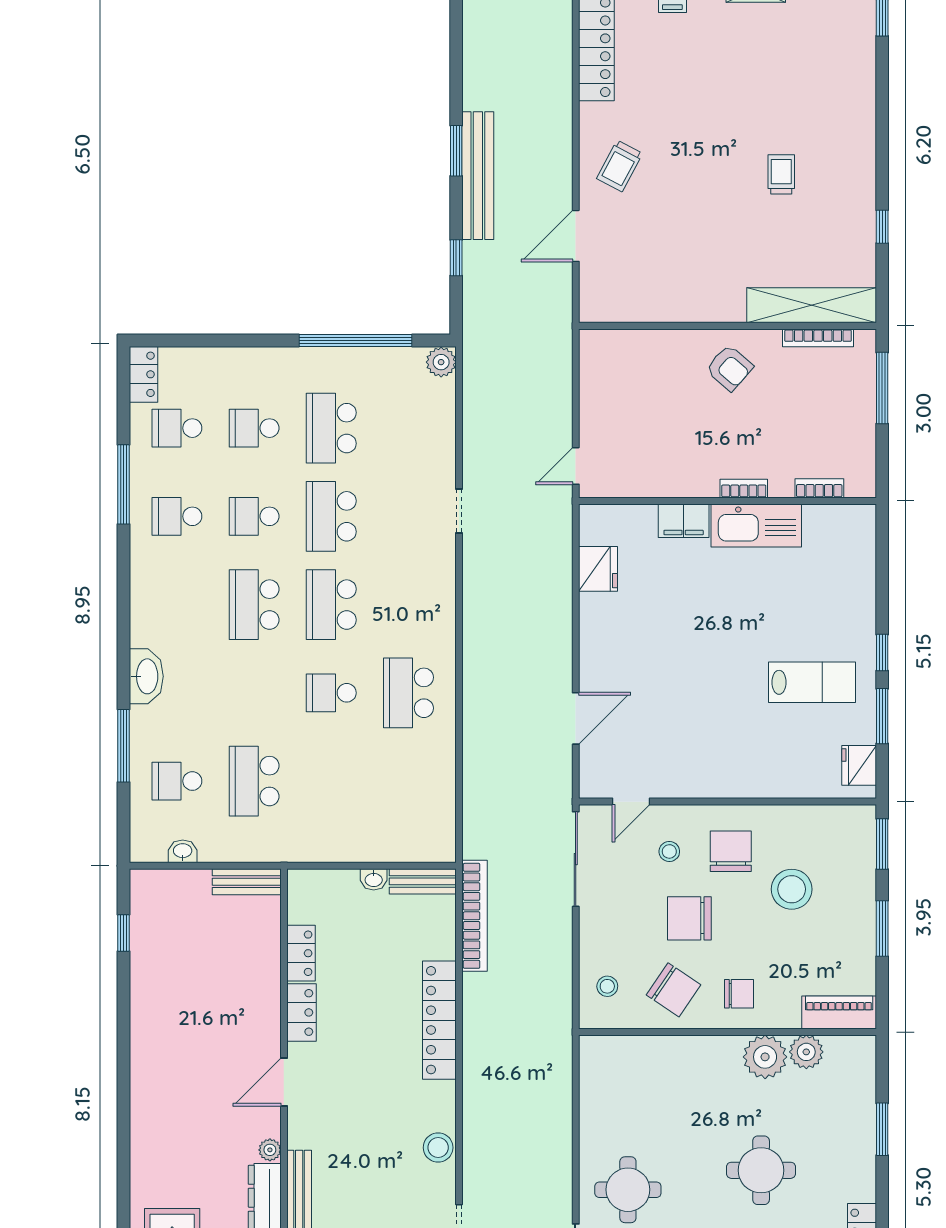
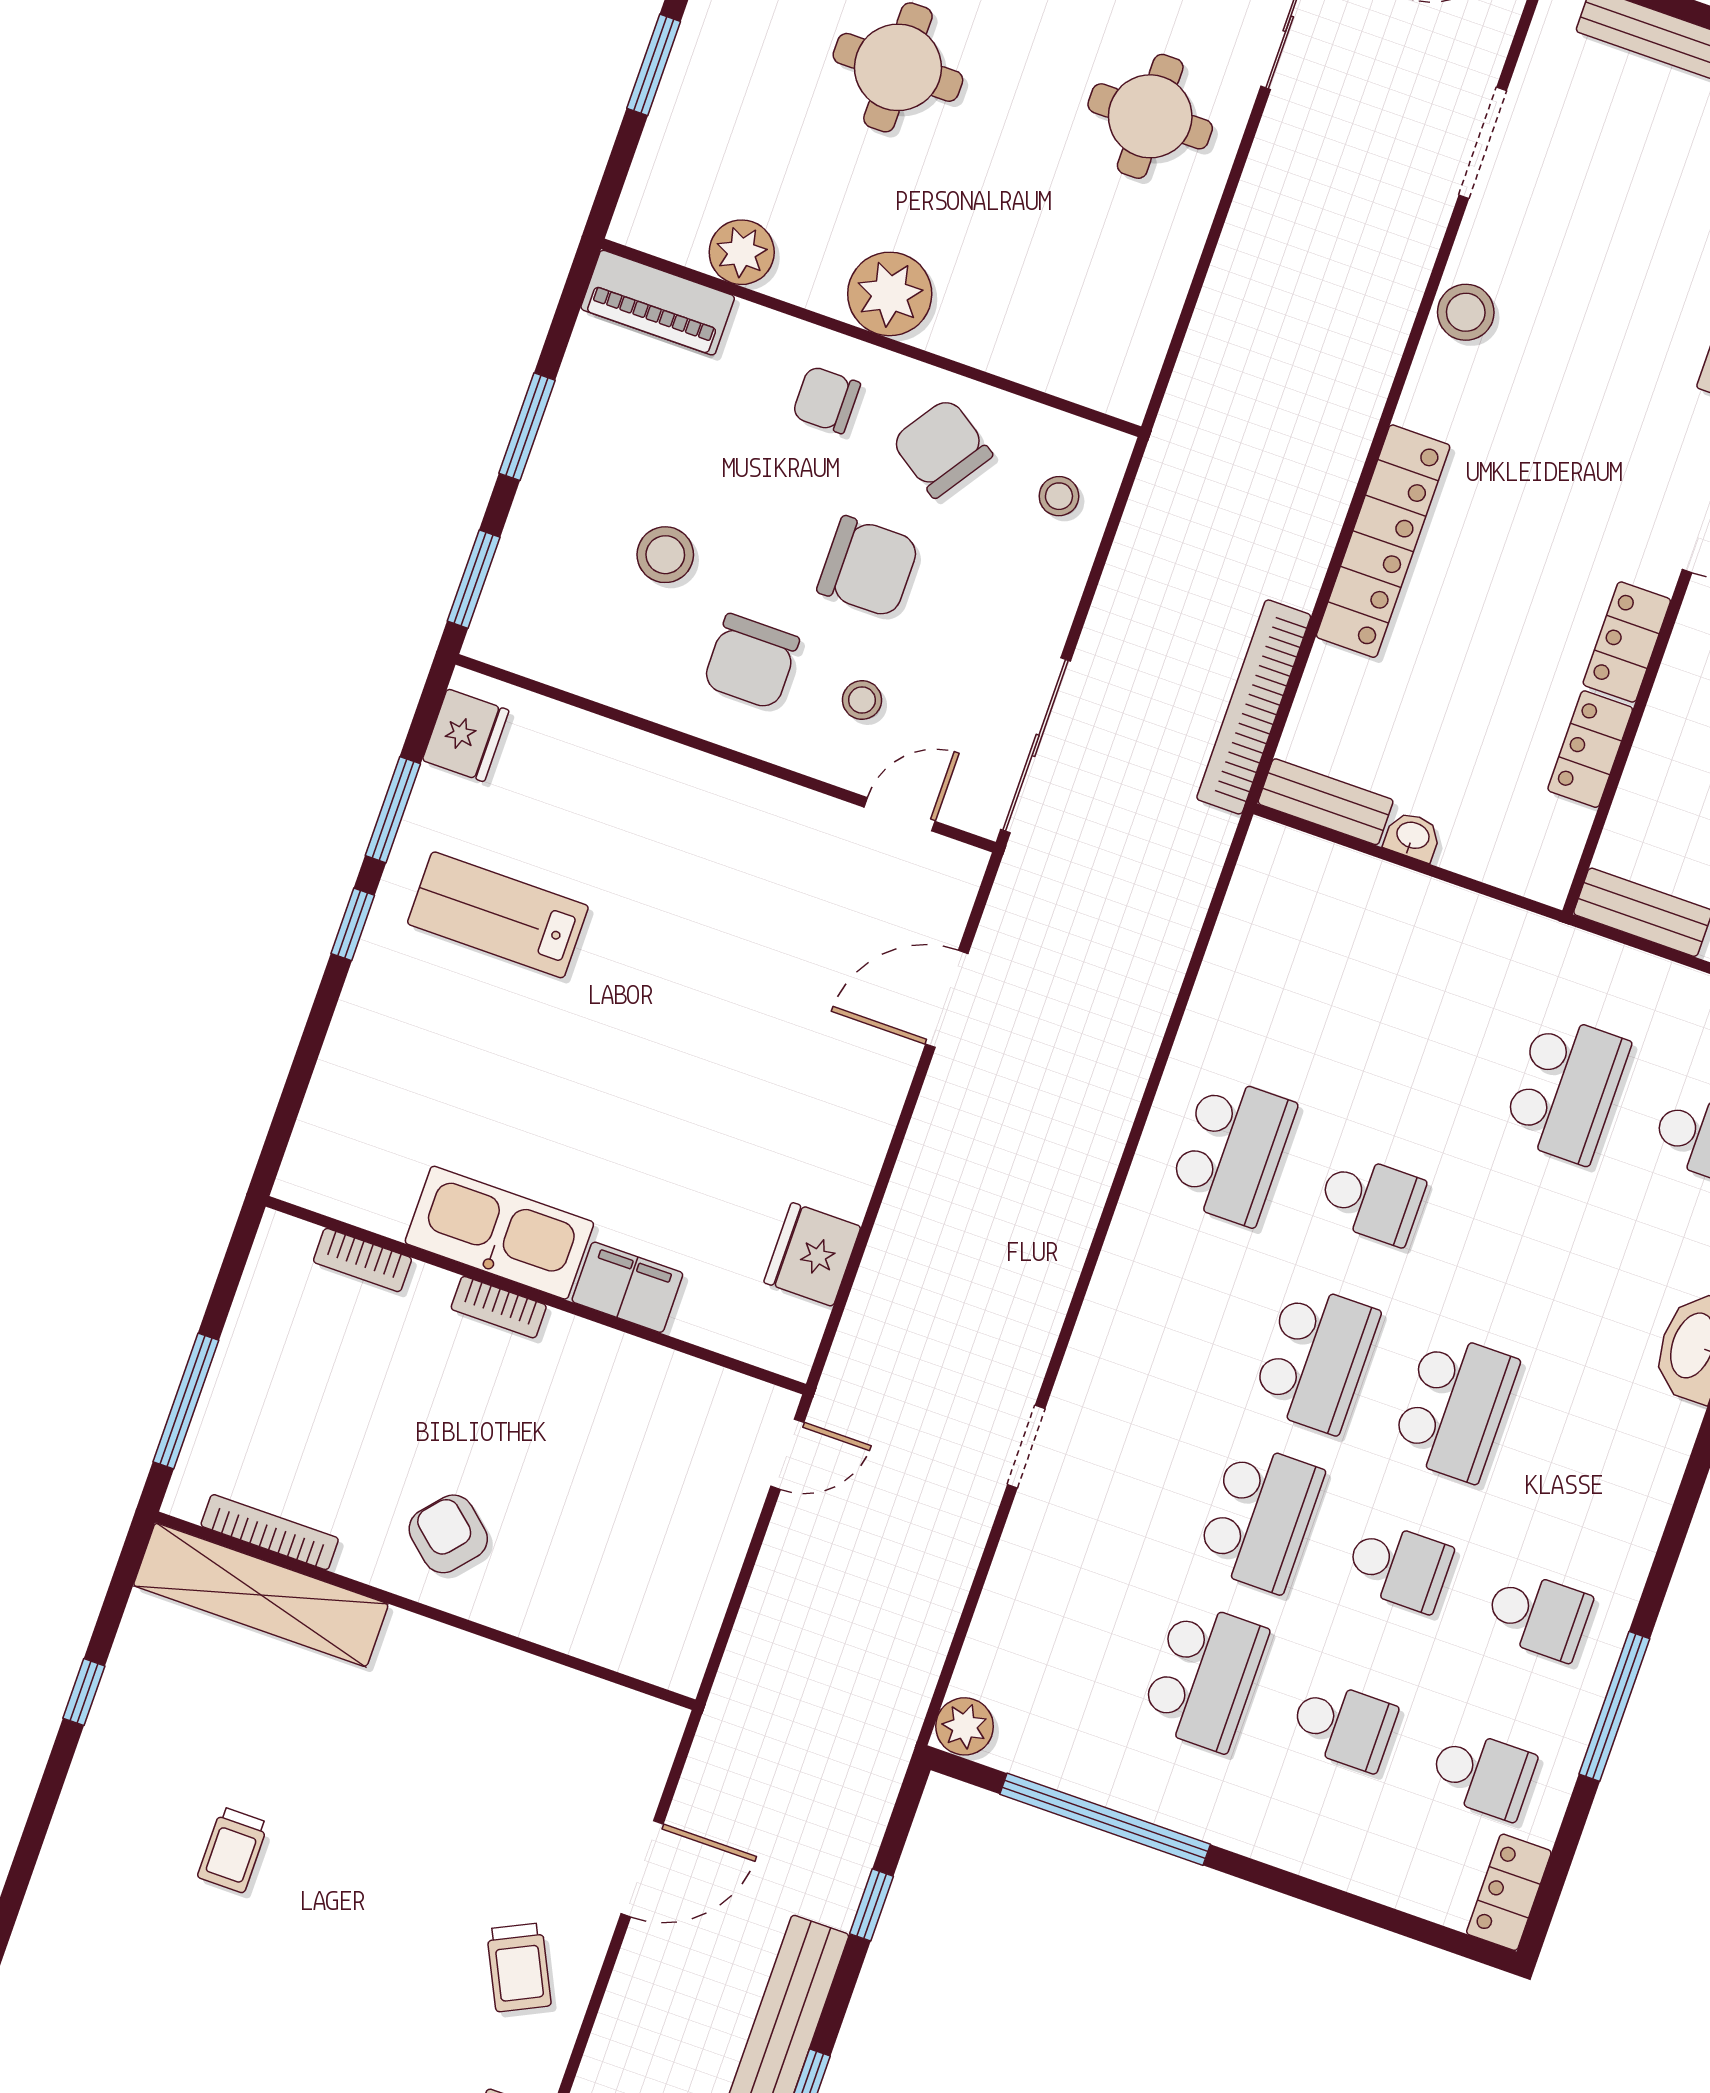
trolley: (620, 166) -> (519, 1967), turned 126
stool: (792, 889) -> (665, 555), width x0.73, depth x0.73
plant: (765, 1057) -> (890, 294), moved

